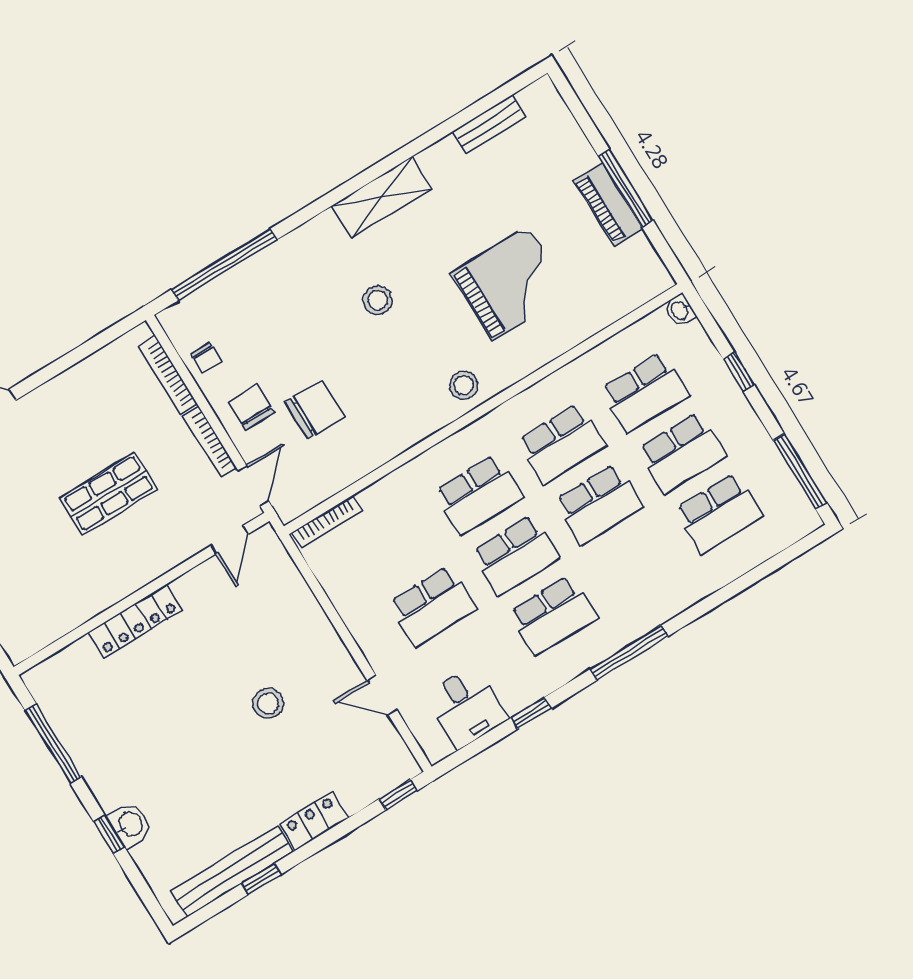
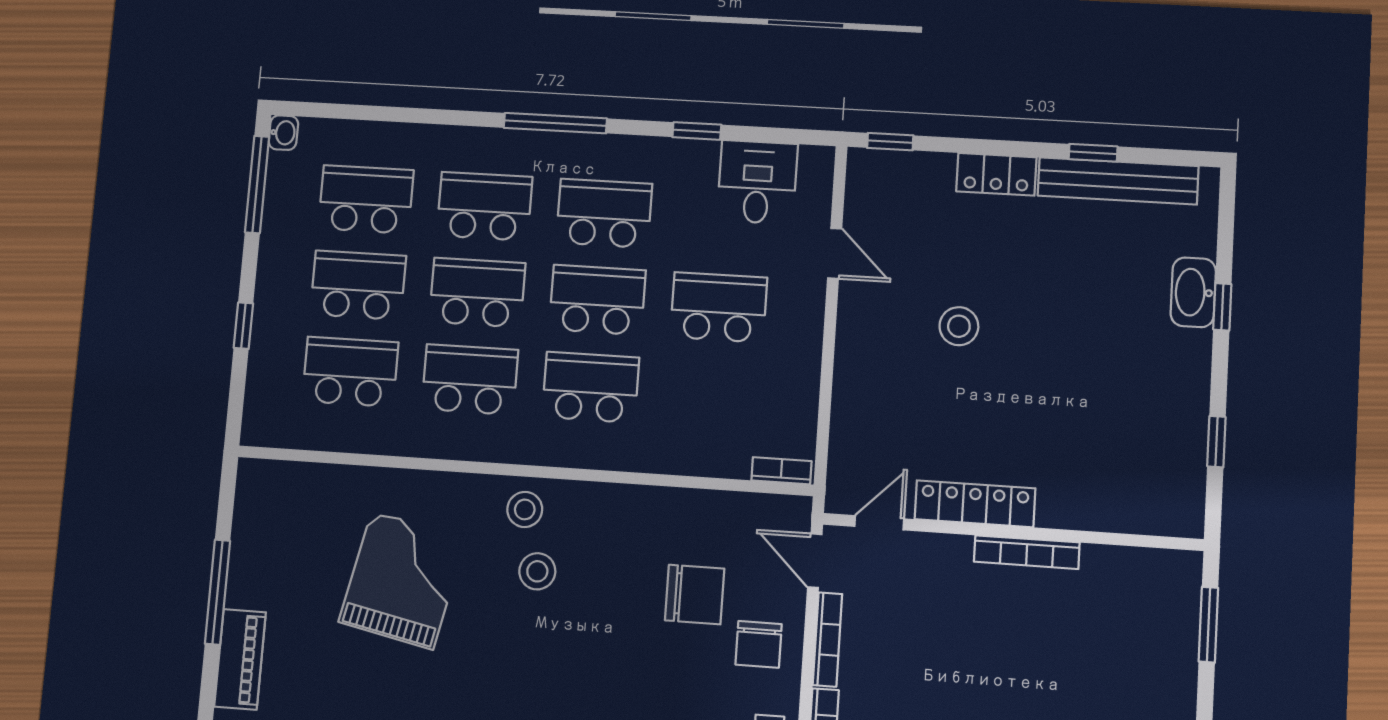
piano: (608, 205) -> (240, 659), moved
grand piano: (510, 283) -> (402, 580), turned 102
stool: (378, 300) -> (537, 571), moved
washbasin: (680, 310) -> (283, 133), moved
chair: (315, 409) -> (695, 594), turned 180
door: (253, 486) -> (815, 561), hinge flipped
shop shelf: (108, 494) -> (973, 662), removed
bookcase: (327, 522) -> (781, 471), width x0.64
school desk: (636, 564) -> (484, 206), added
bookcase: (123, 588) -> (1027, 552), added
locker: (135, 621) -> (975, 504), moved
window: (53, 744) -> (1216, 442), width x0.46
washbasin: (130, 825) -> (1193, 292), width x1.38

